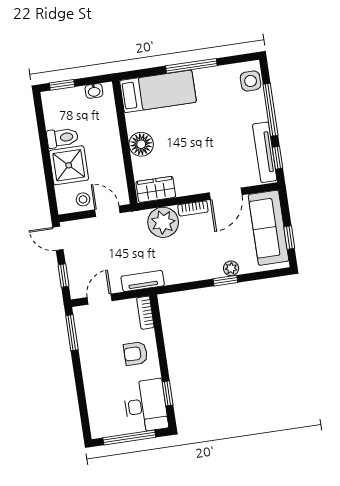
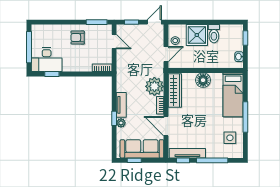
side table: (251, 81) -> (230, 138), moved
wardrobe: (156, 189) -> (175, 90), width x1.50
tv unit: (143, 281) -> (121, 105), moved
armchair: (135, 353) -> (78, 38), moved, turned -90

